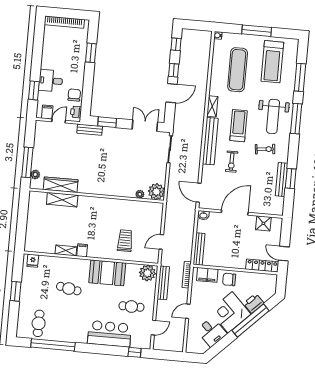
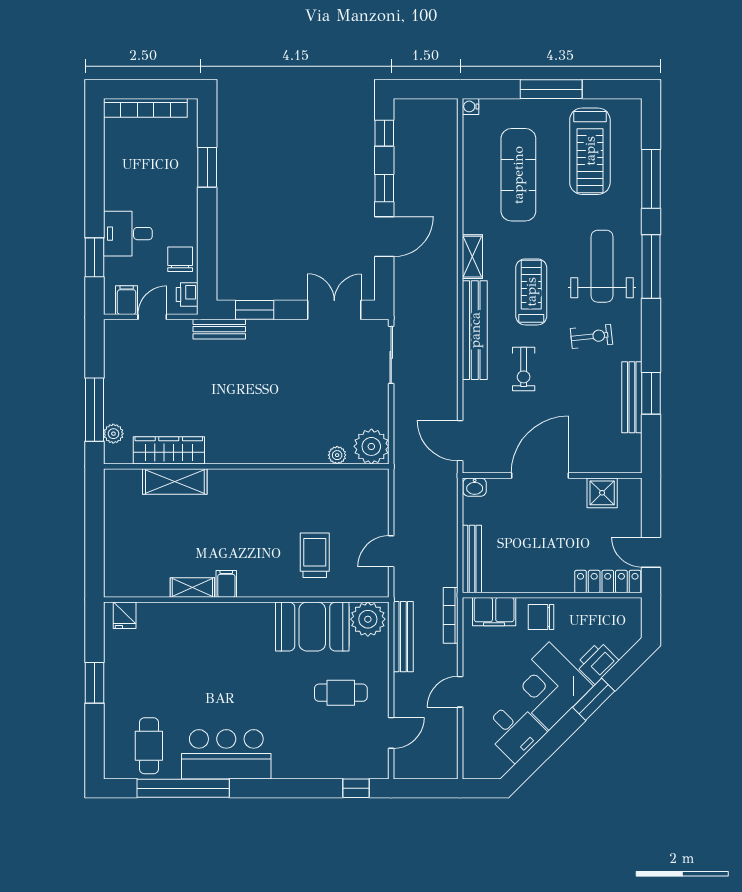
weight bench: (273, 116) -> (602, 266), turned 180
booth: (107, 273) -> (312, 627), moved
cafe table: (69, 289) -> (206, 667), removed
window: (250, 321) -> (594, 699), width x0.47
bar counter: (109, 334) -> (226, 754), moved

